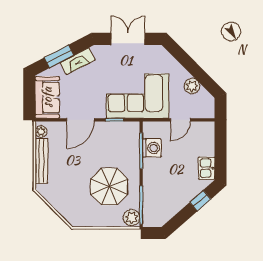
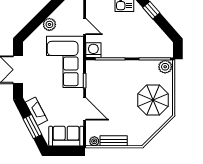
plant: (192, 86) -> (49, 24), moved
washing machine: (152, 148) -> (93, 50), moved
bench: (42, 161) -> (114, 141), width x0.73
parasol: (109, 187) -> (153, 100), moved

